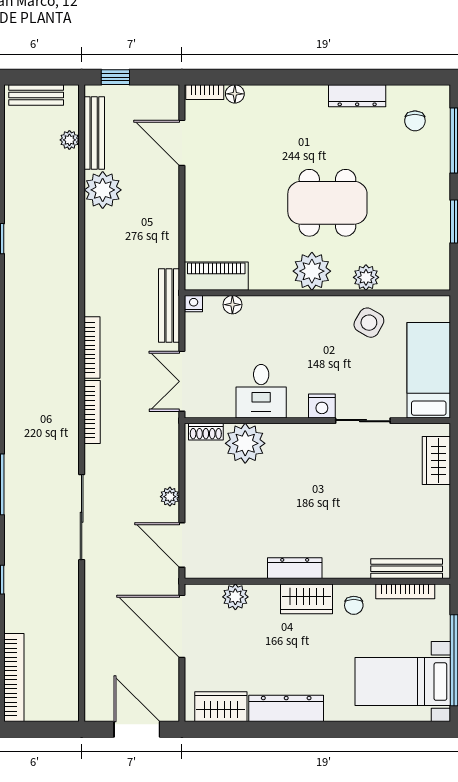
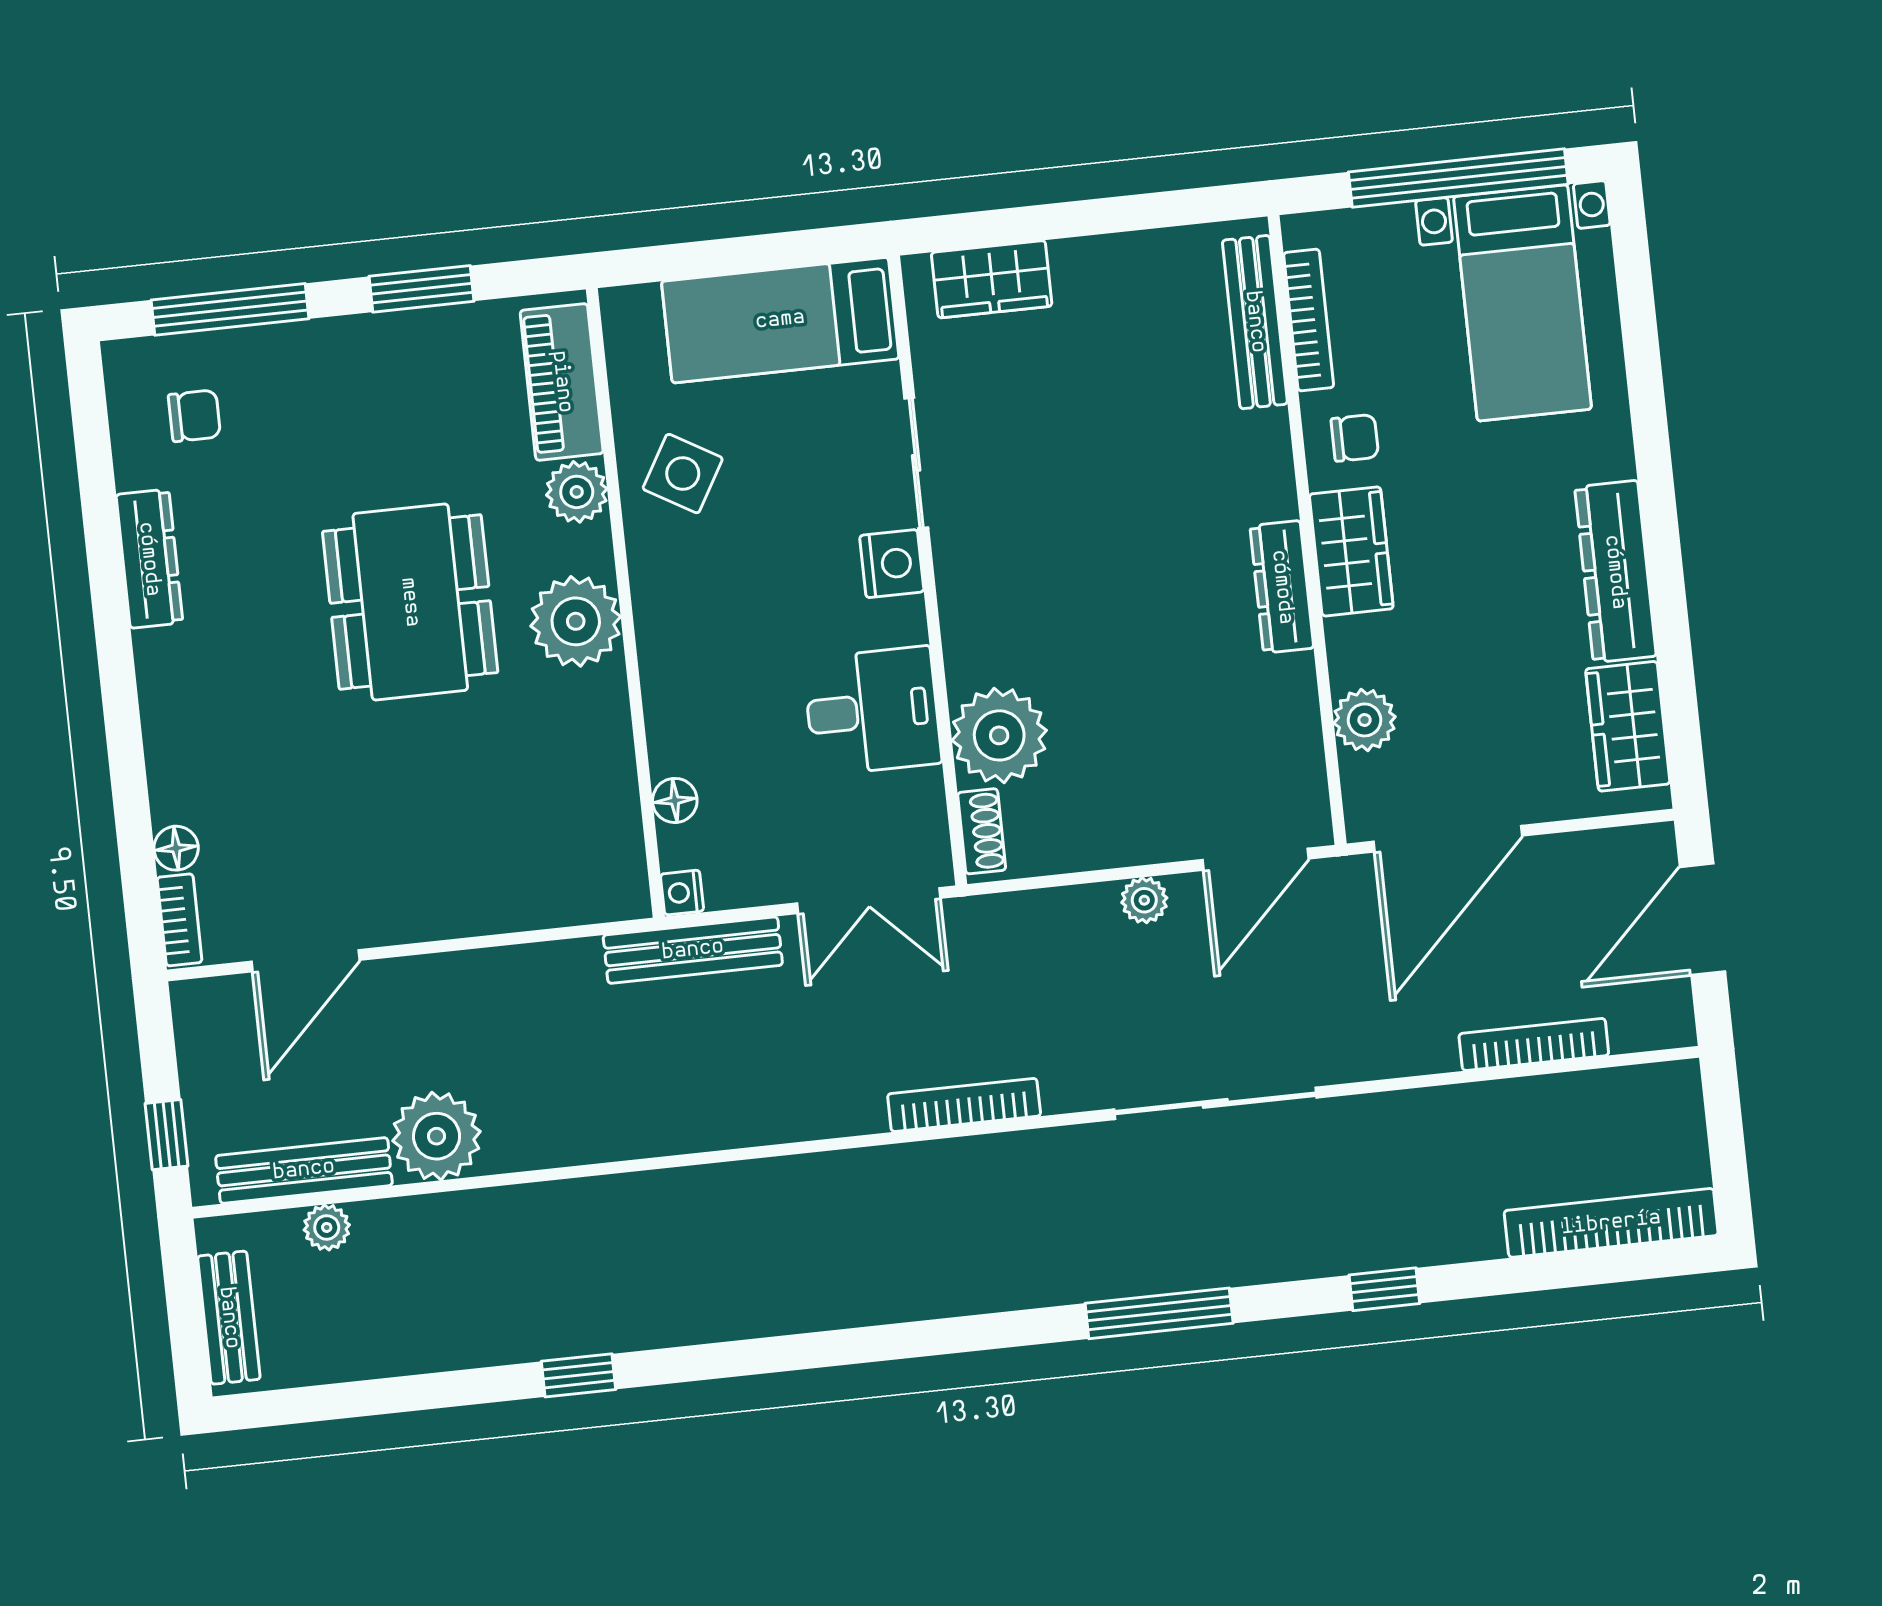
piano: (216, 276) -> (562, 382), moved
bookcase: (92, 348) -> (1534, 1044), moved

